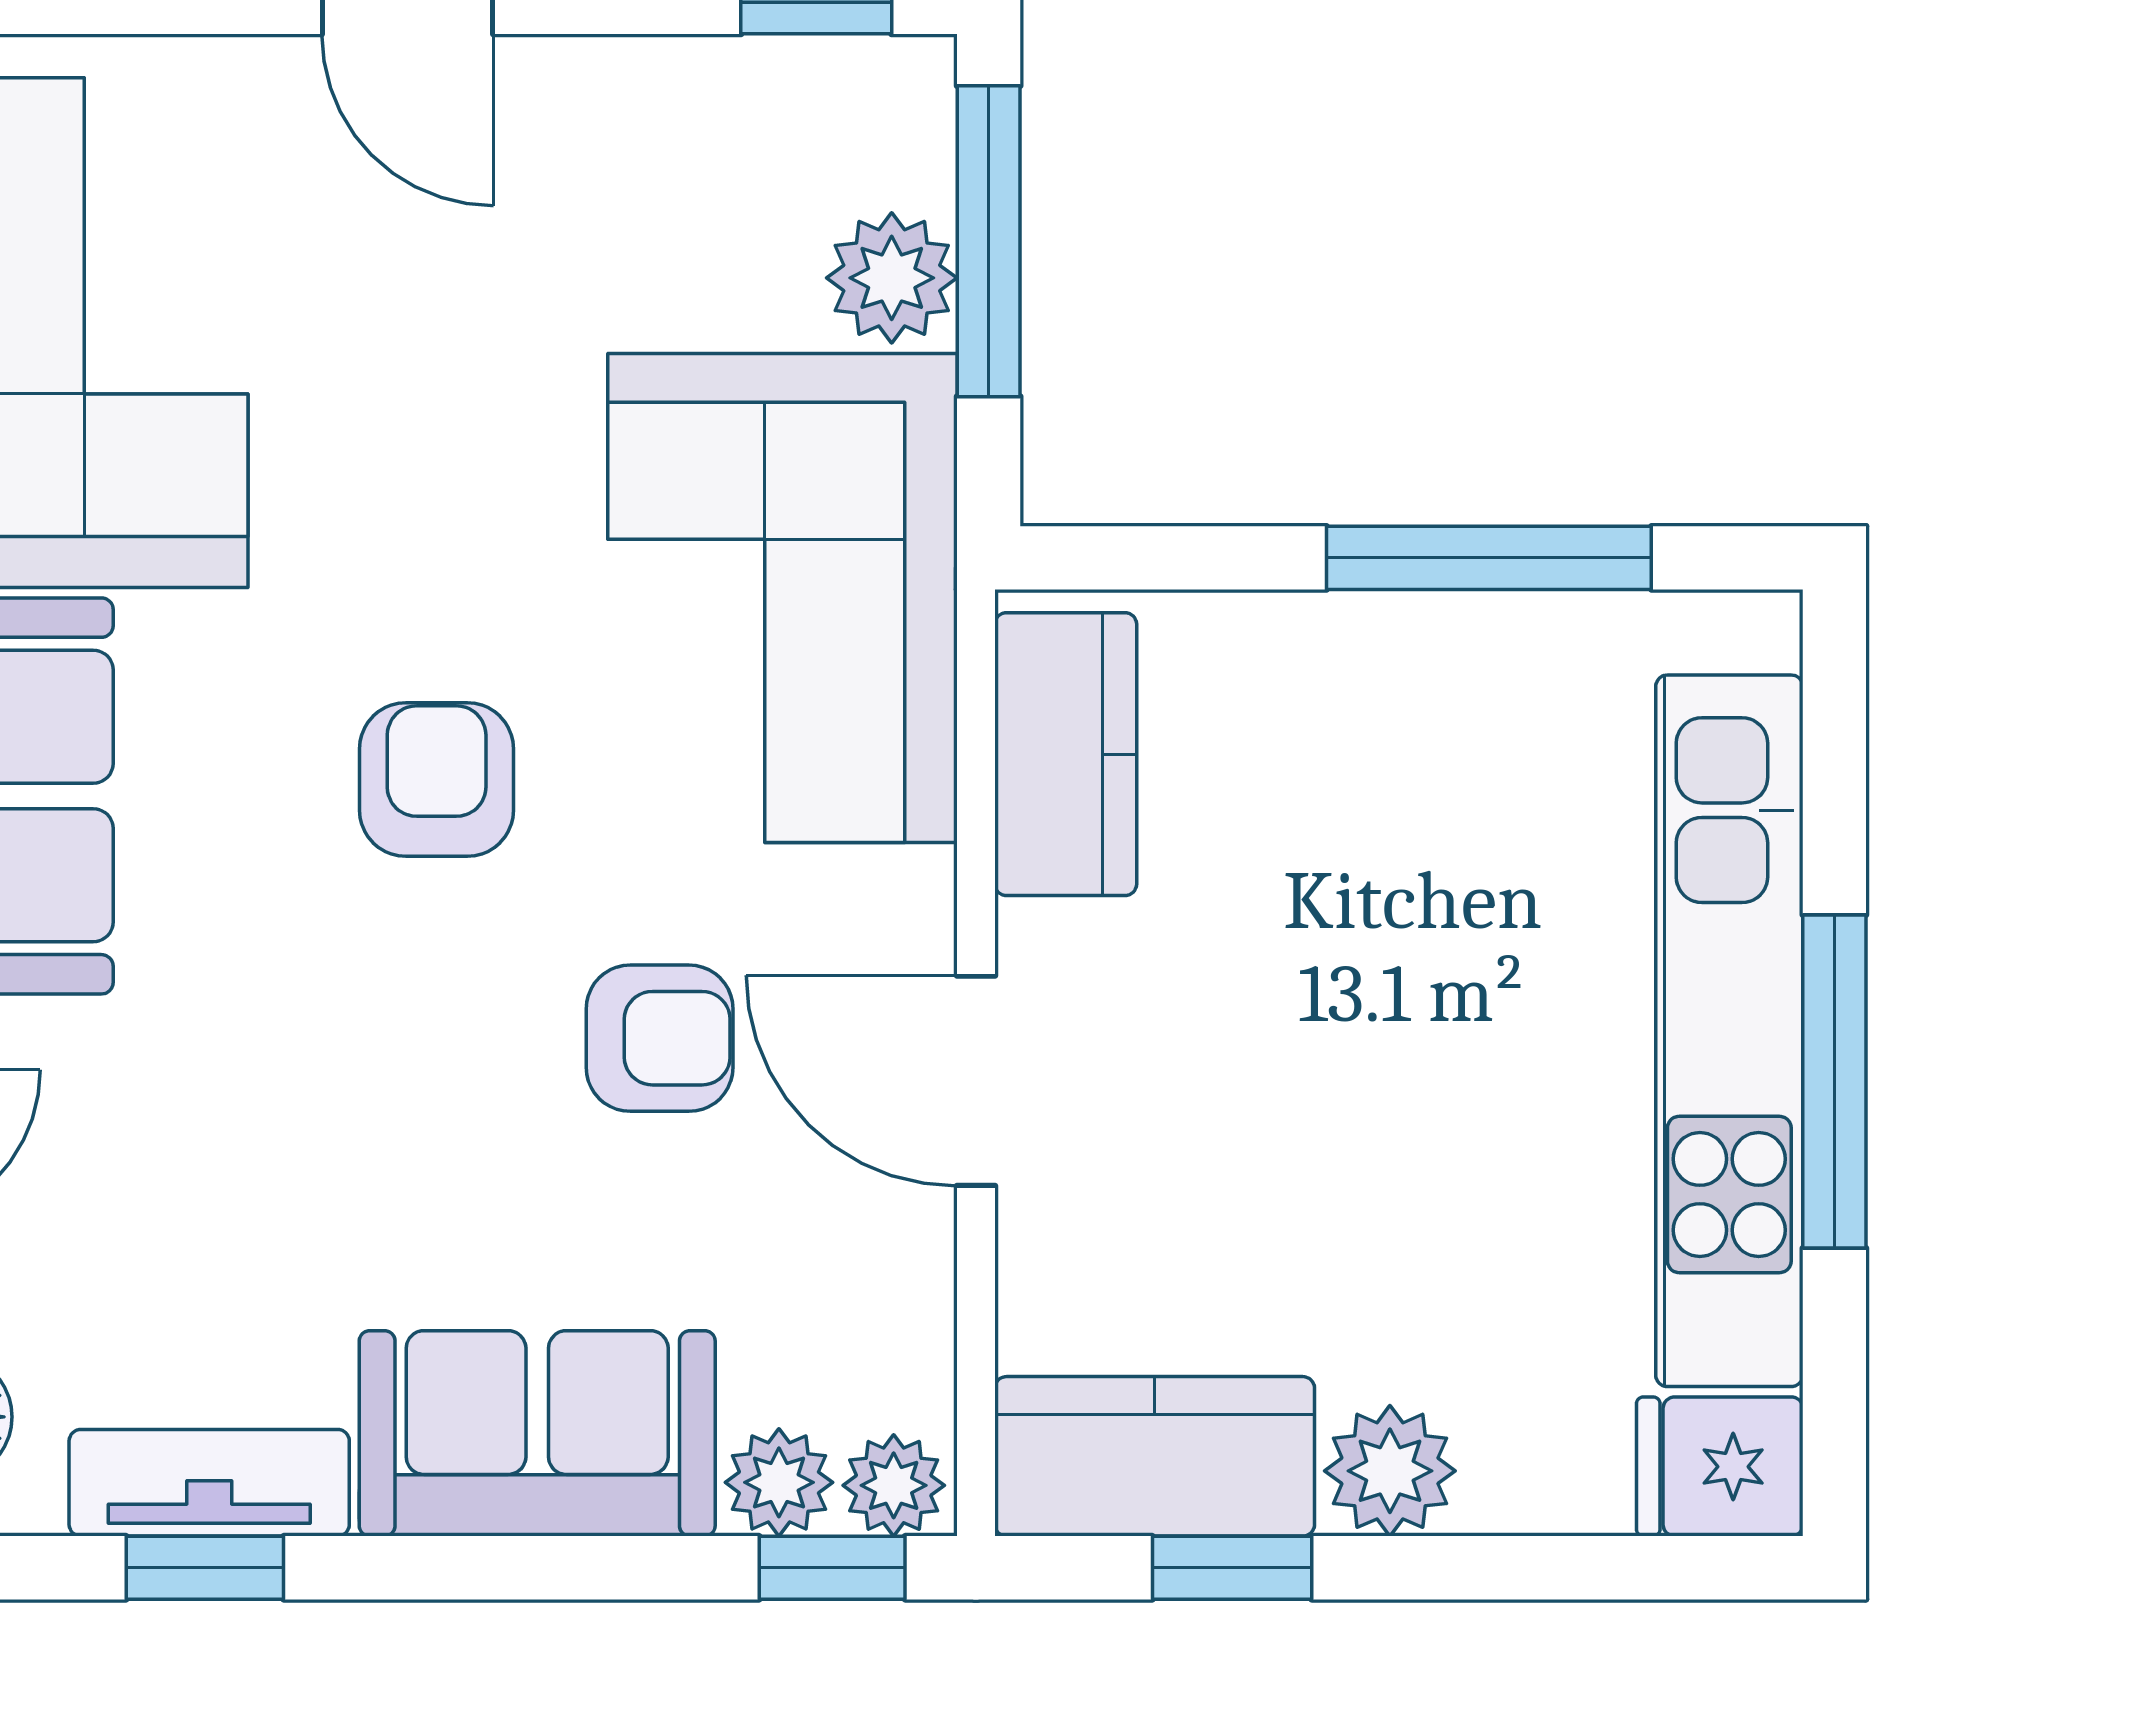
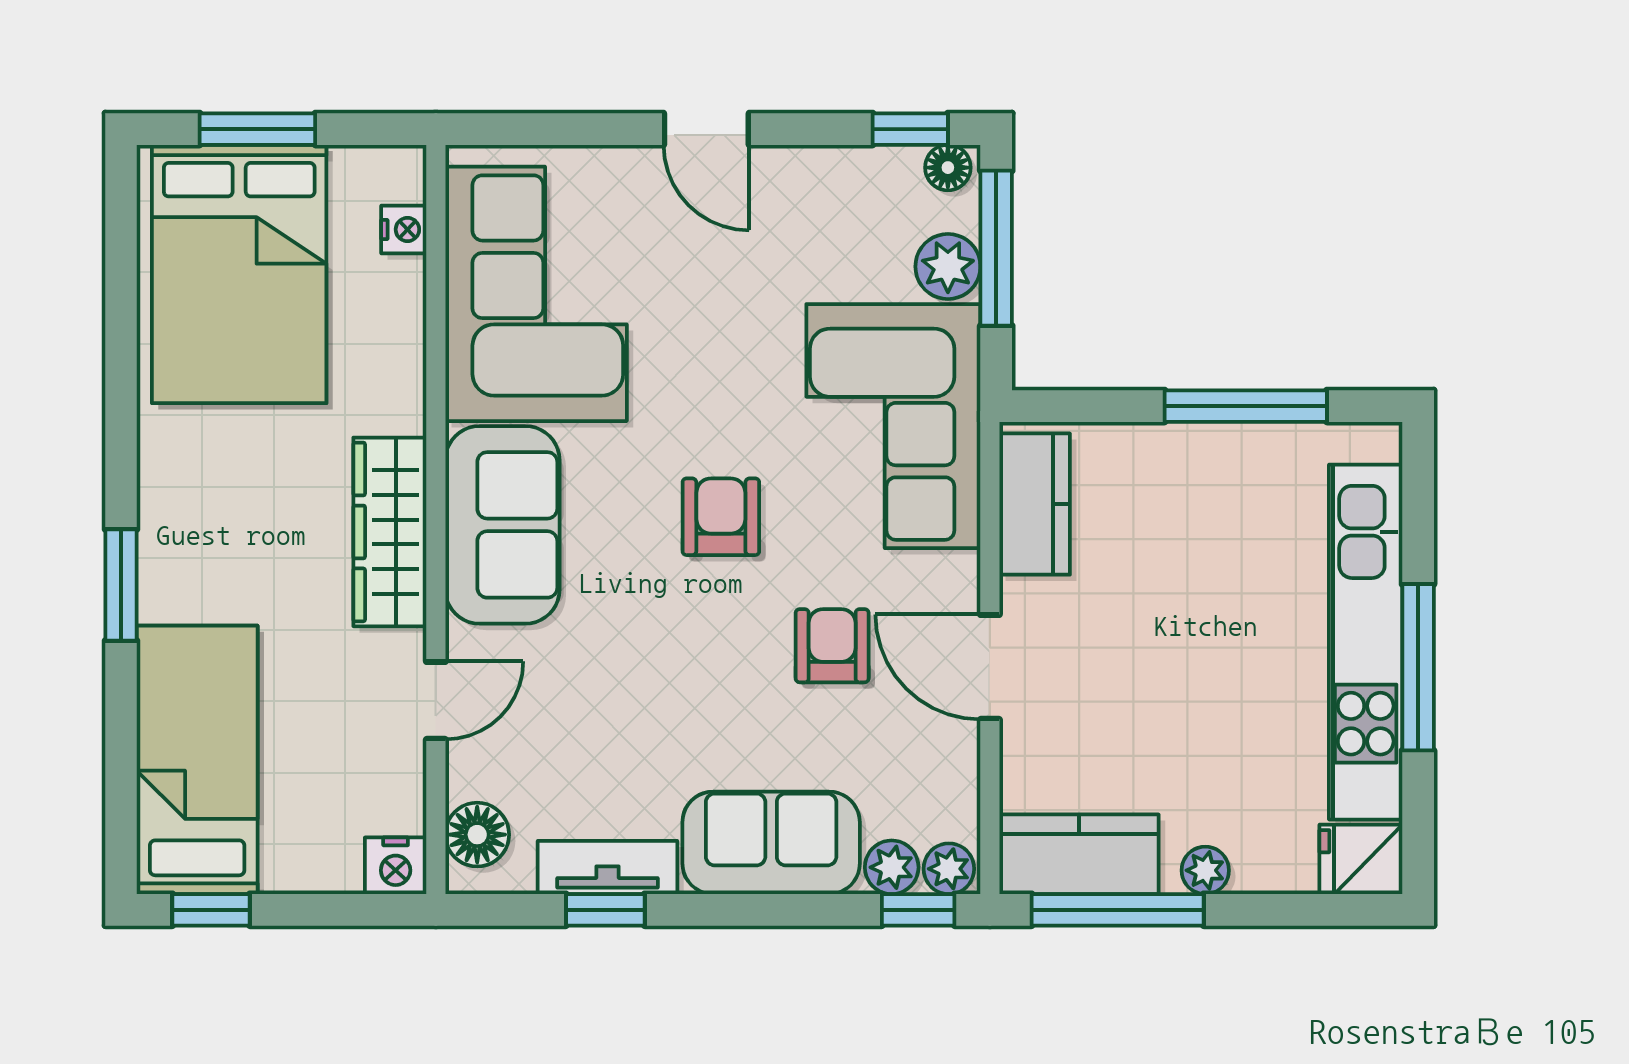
floor lamp: (892, 80) -> (948, 168), added
armchair: (660, 1038) -> (832, 646), turned -90
plant: (1390, 1471) -> (1205, 870), width x0.73, depth x0.73
window: (1232, 1568) -> (1118, 910), width x2.17

